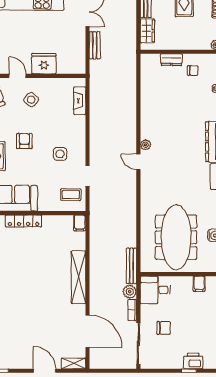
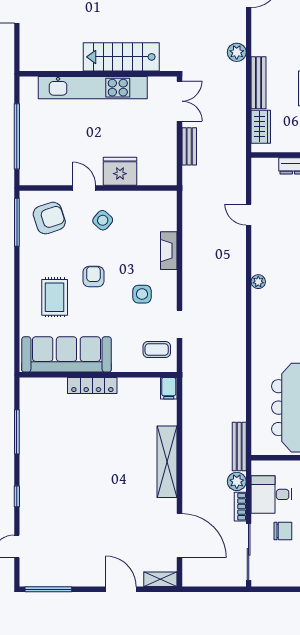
fireplace: (80, 101) -> (169, 251), moved
door: (138, 162) -> (249, 215), moved
desk: (155, 290) -> (272, 494), moved

